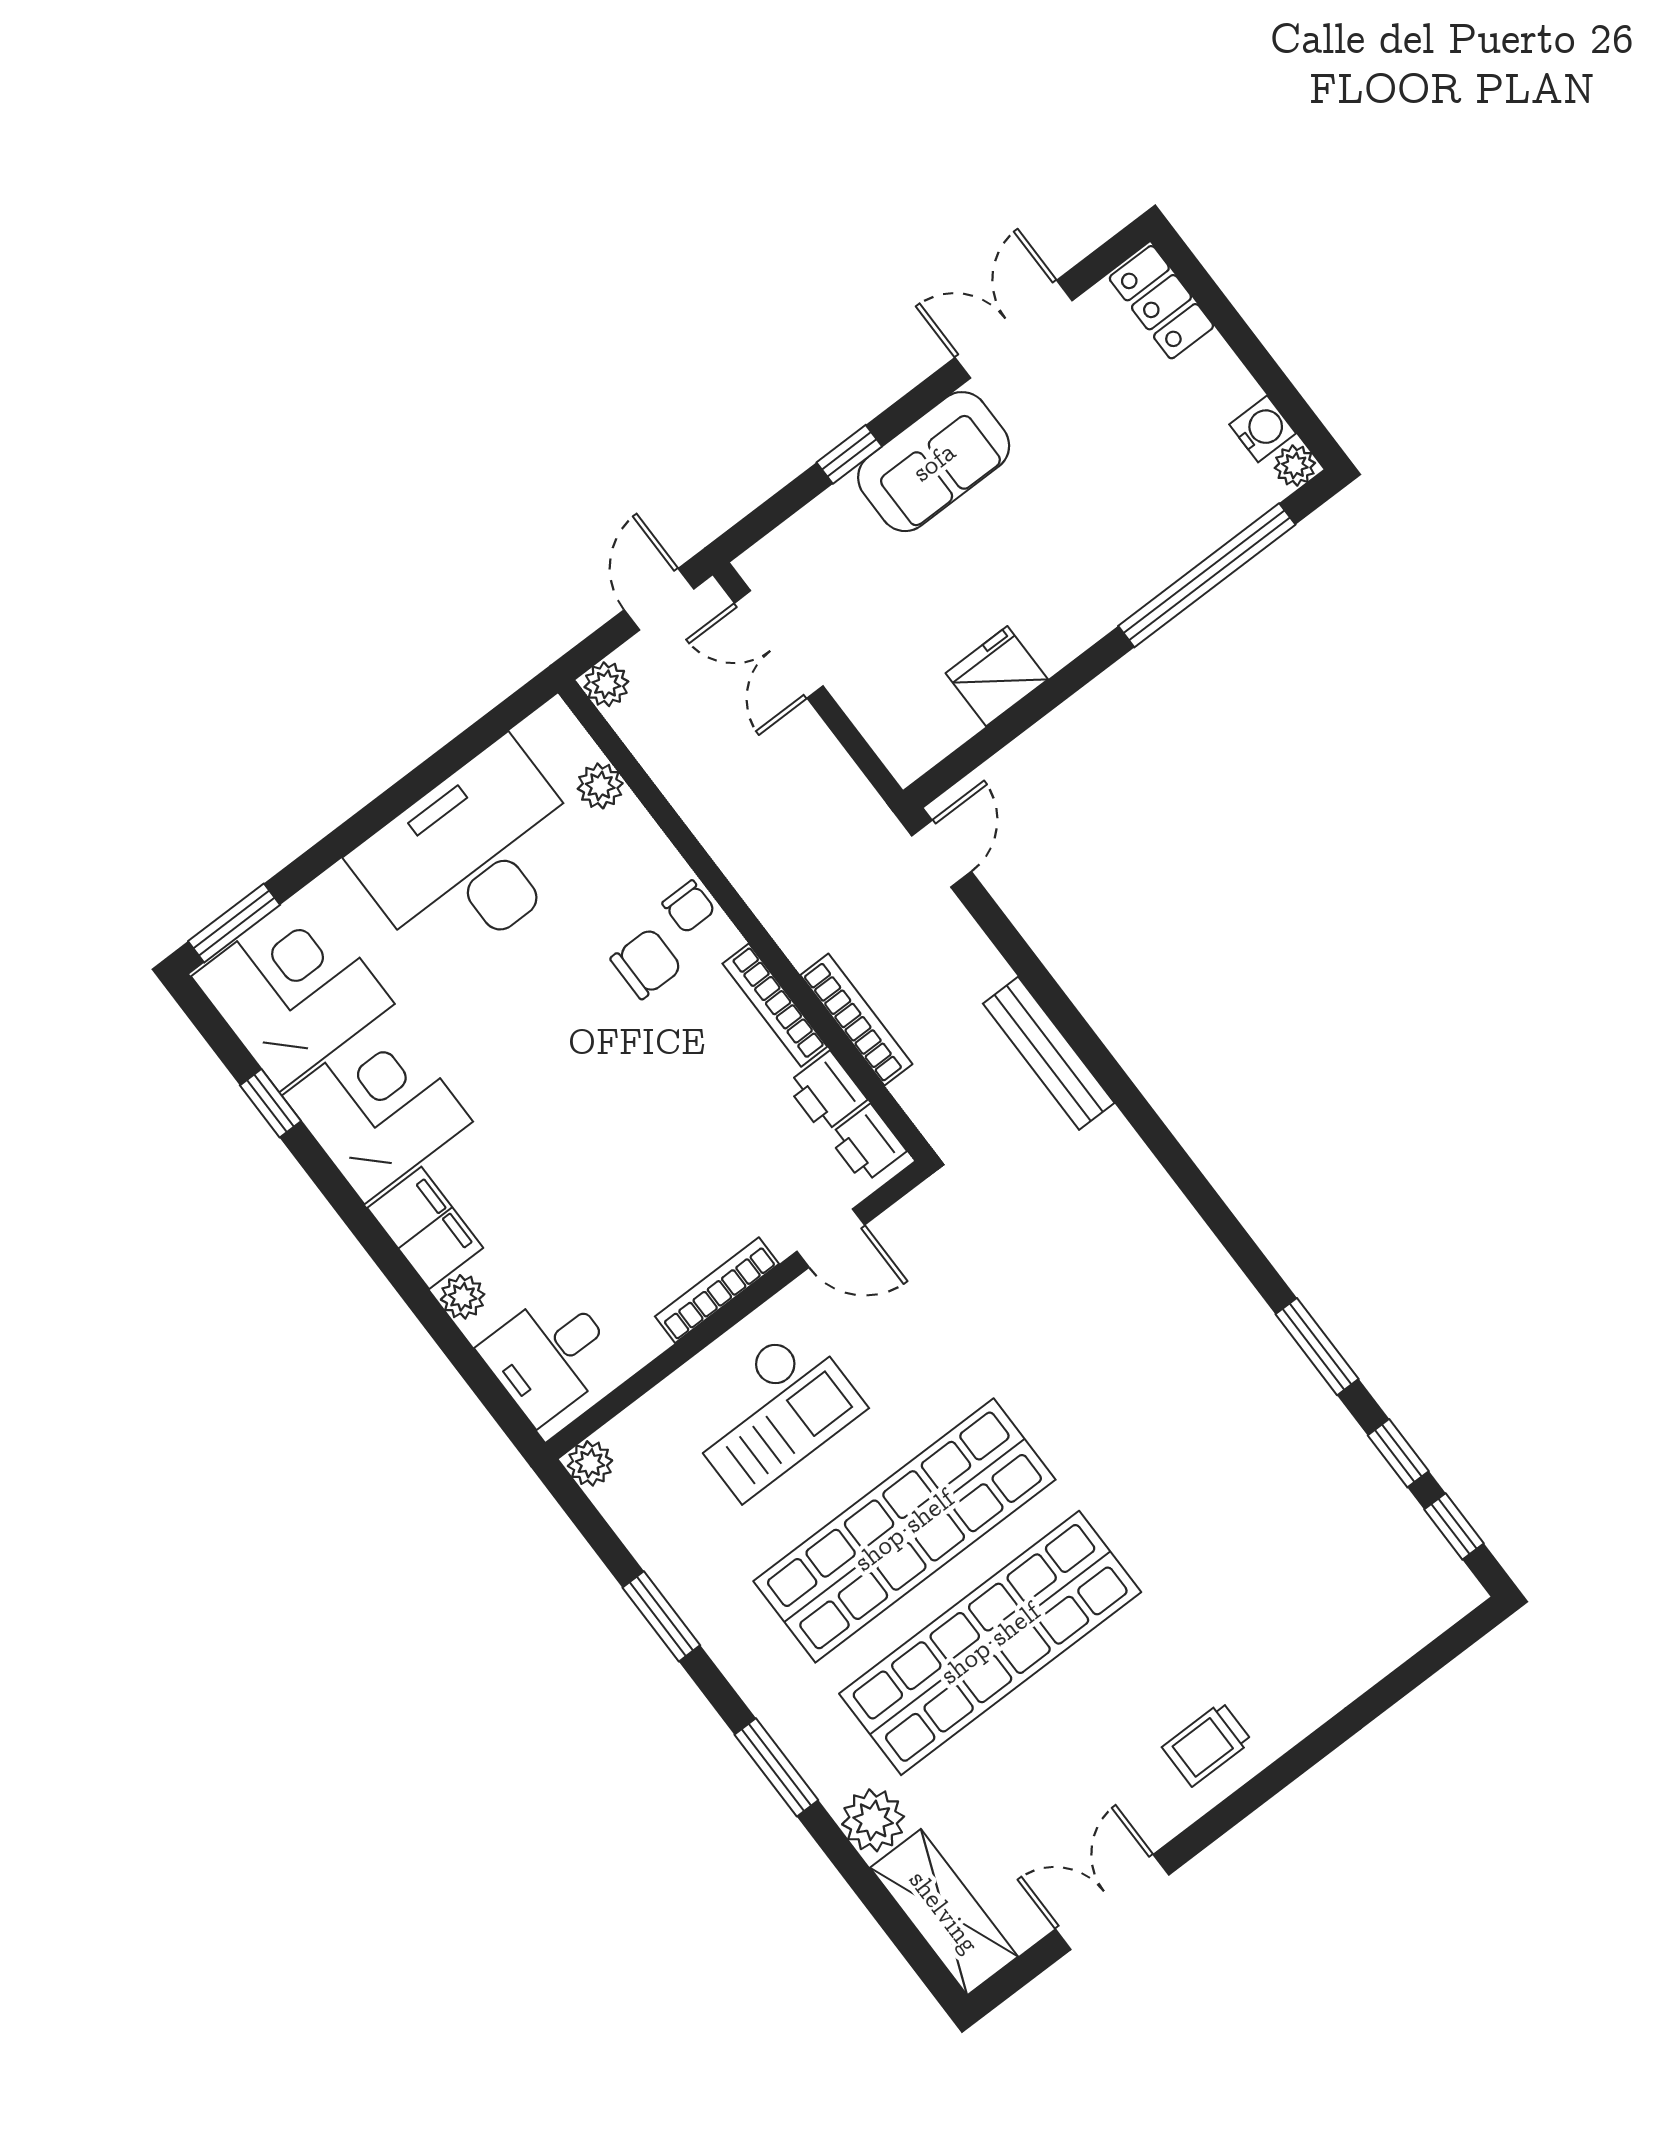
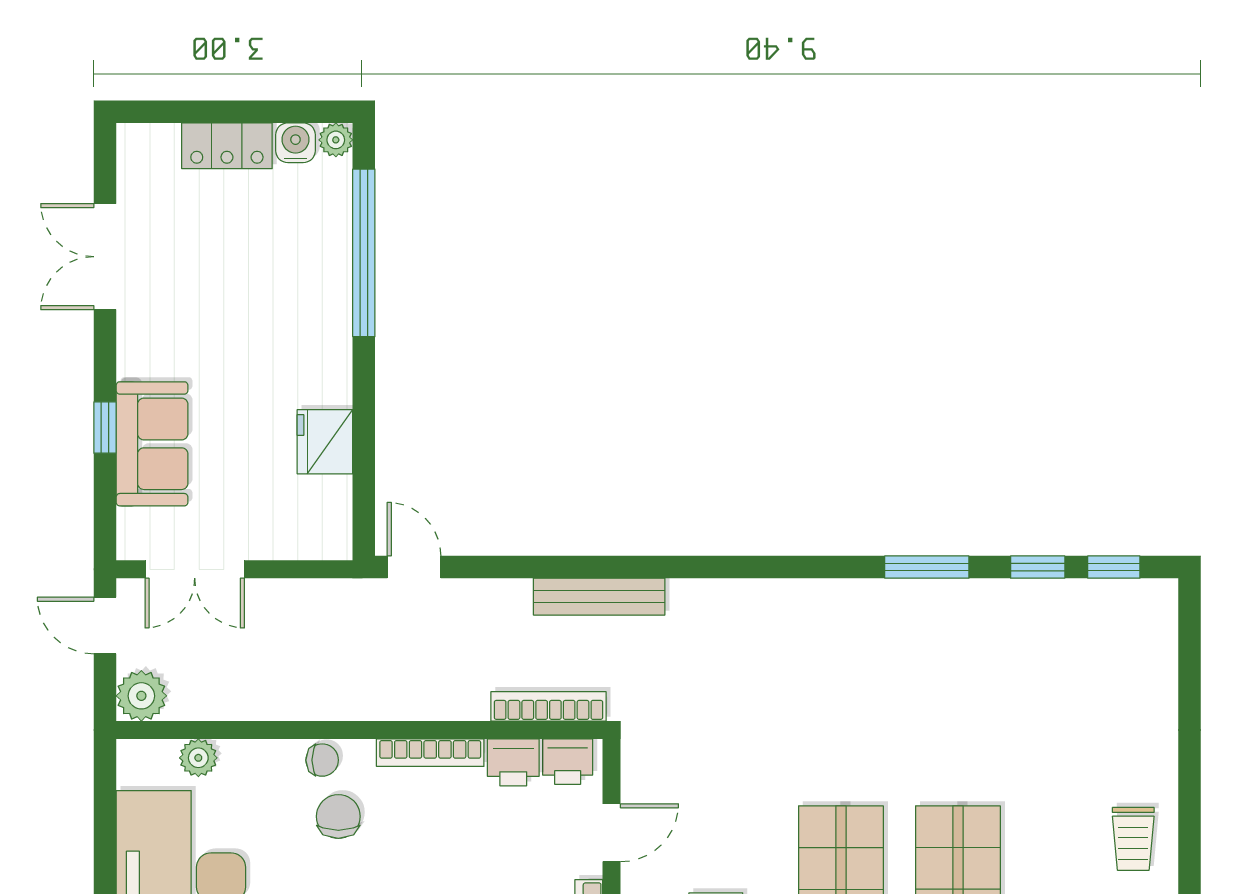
locker: (1161, 302) -> (227, 146), moved
sofa: (934, 462) -> (152, 444), moved
plant: (606, 684) -> (141, 696), width x1.38, depth x1.38
bookcase: (856, 1020) -> (548, 706), moved

